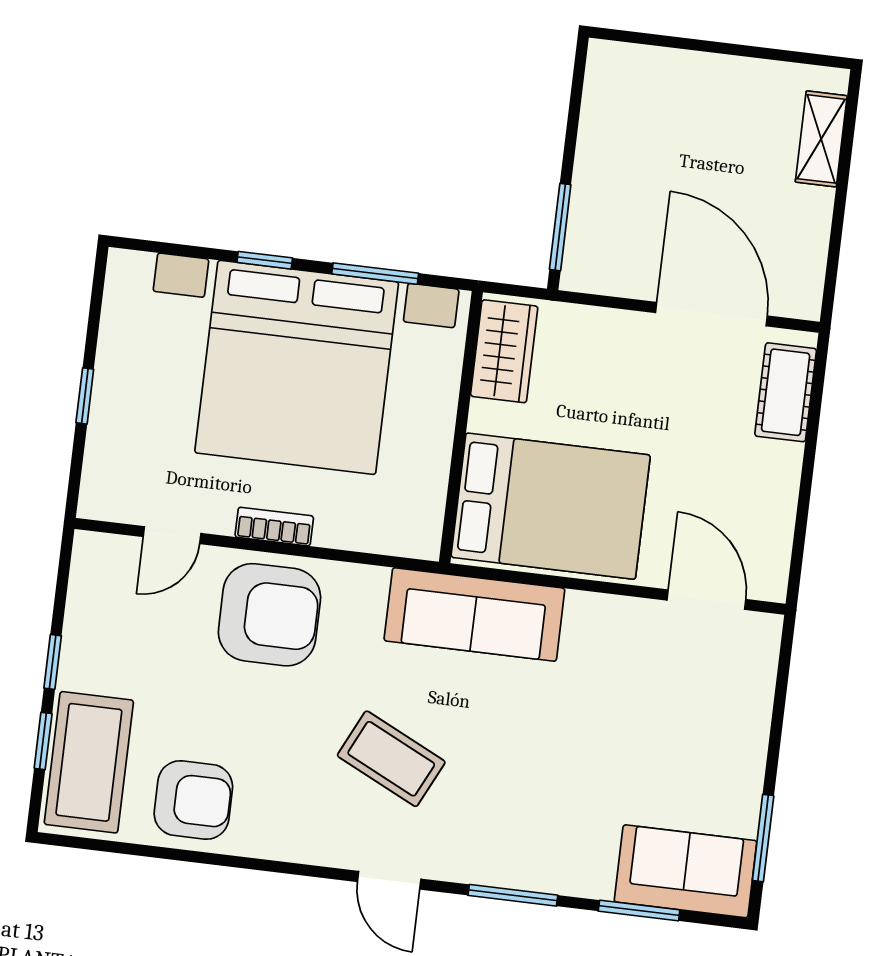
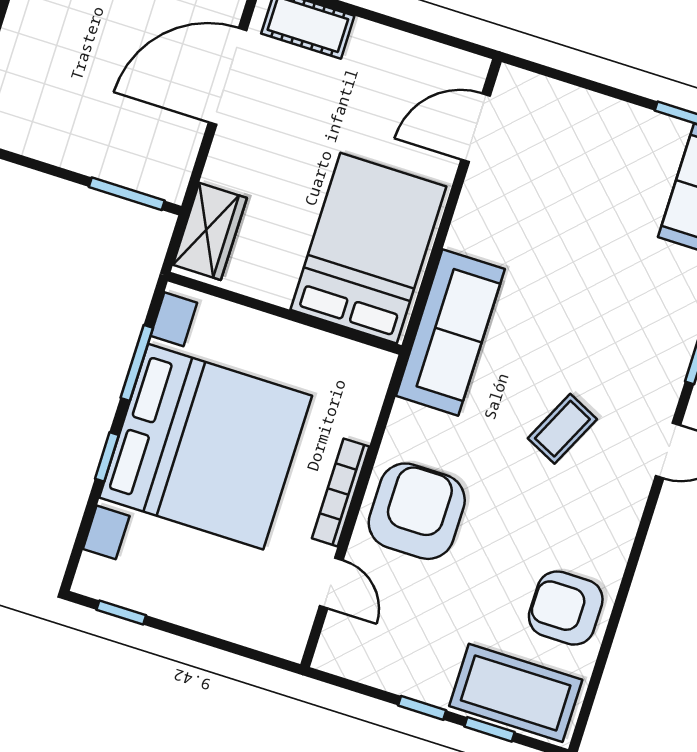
wardrobe: (504, 351) -> (210, 231), moved, turned 90
window: (85, 396) -> (121, 612), moved
bookcase: (274, 527) -> (341, 492), width x1.56
coffee table: (391, 759) -> (562, 429), width x0.73, depth x0.77
armchair: (193, 800) -> (566, 608), turned -90

